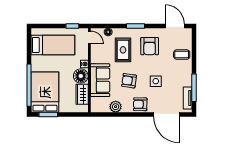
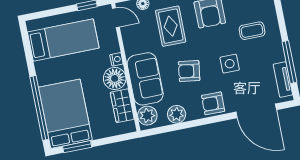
coffee table: (182, 55) -> (252, 31), moved
plant: (97, 104) -> (147, 116), added

